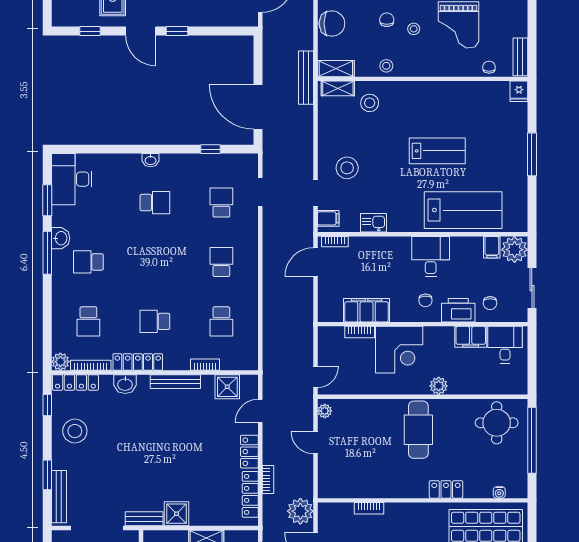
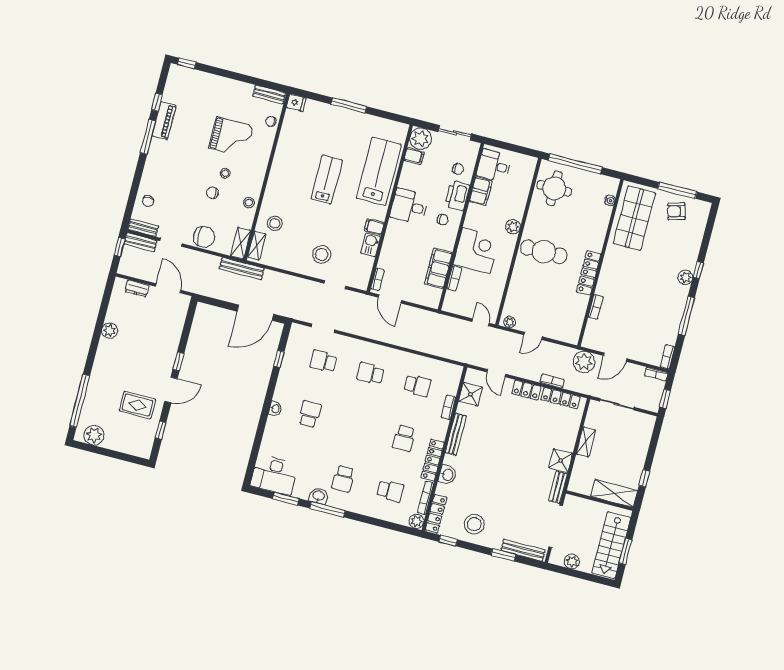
chair: (332, 24) -> (204, 237), turned 90
filing cabinet: (328, 218) -> (374, 227), moved, turned -90
locker: (446, 489) -> (589, 273), moved, width x1.53

